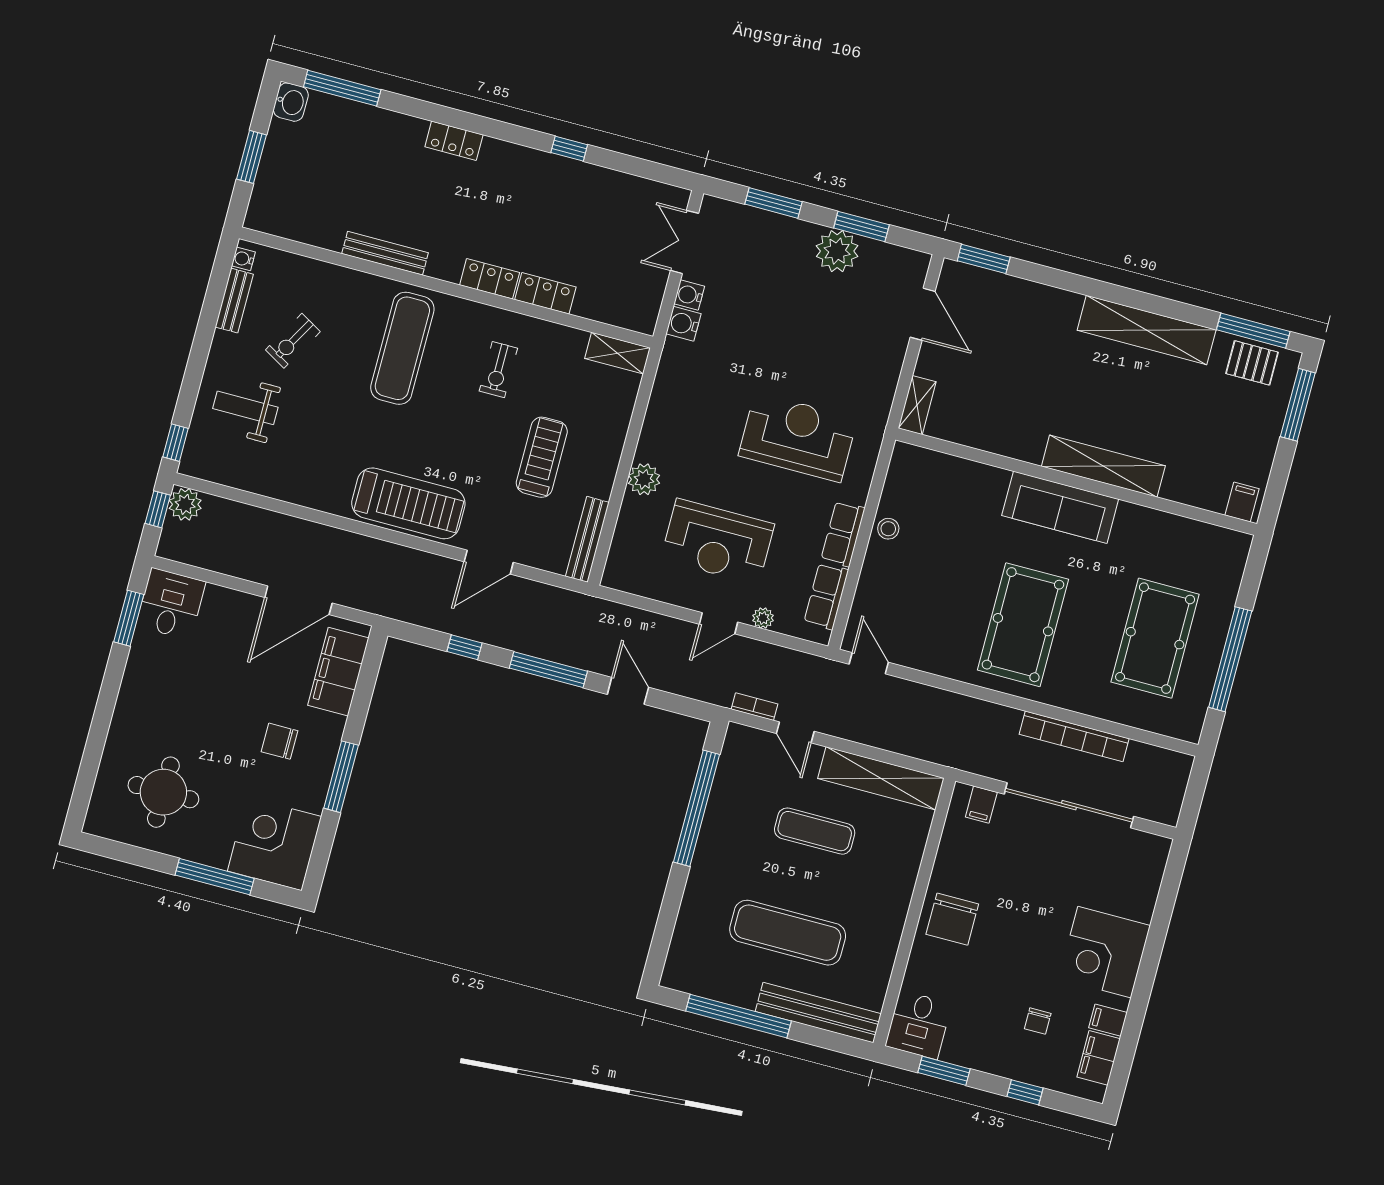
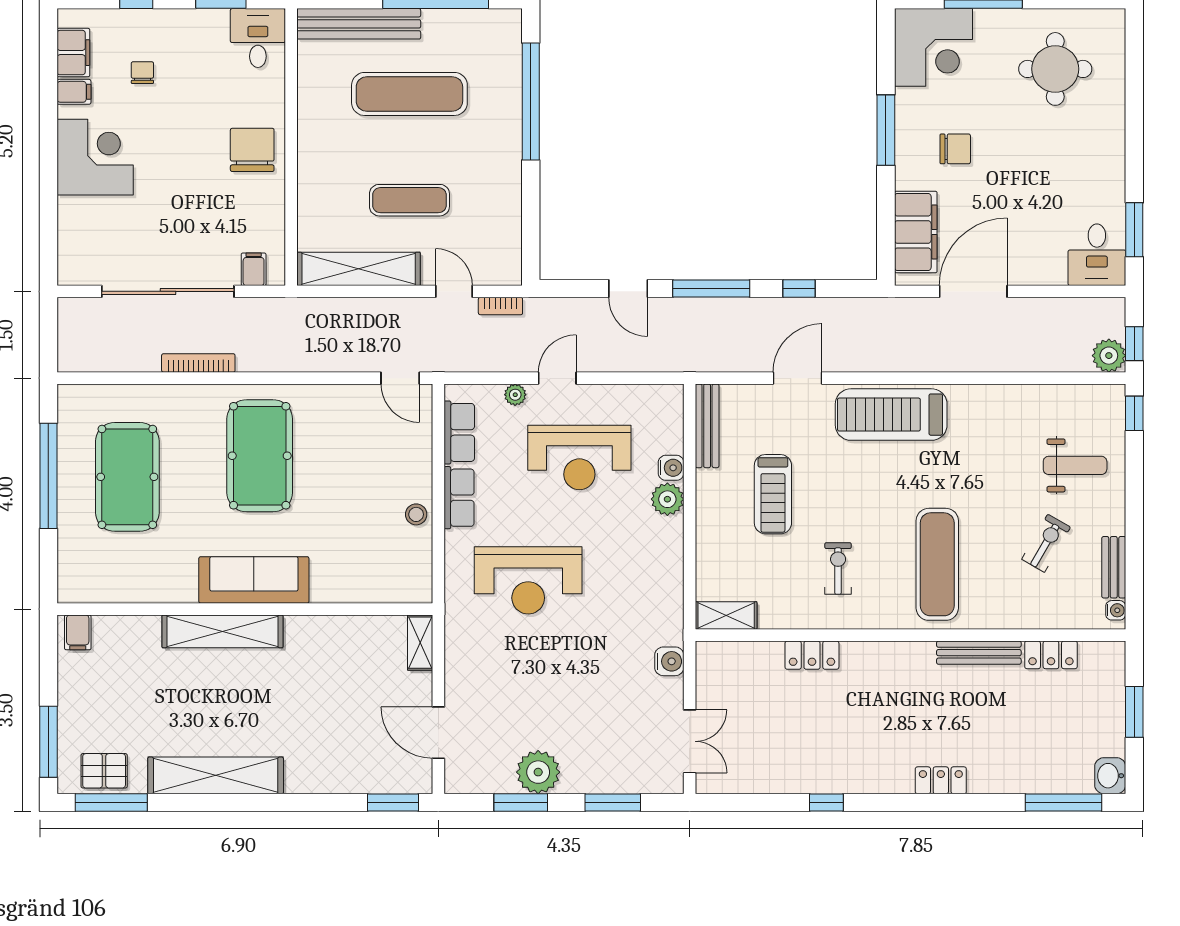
locker: (490, 279) -> (1051, 655), moved
water cooler: (689, 295) -> (671, 468), moved
reception desk: (718, 542) -> (579, 457), turned 180
bookcase: (1074, 736) -> (198, 363), width x0.68, depth x0.76
window: (696, 808) -> (531, 101), moved

